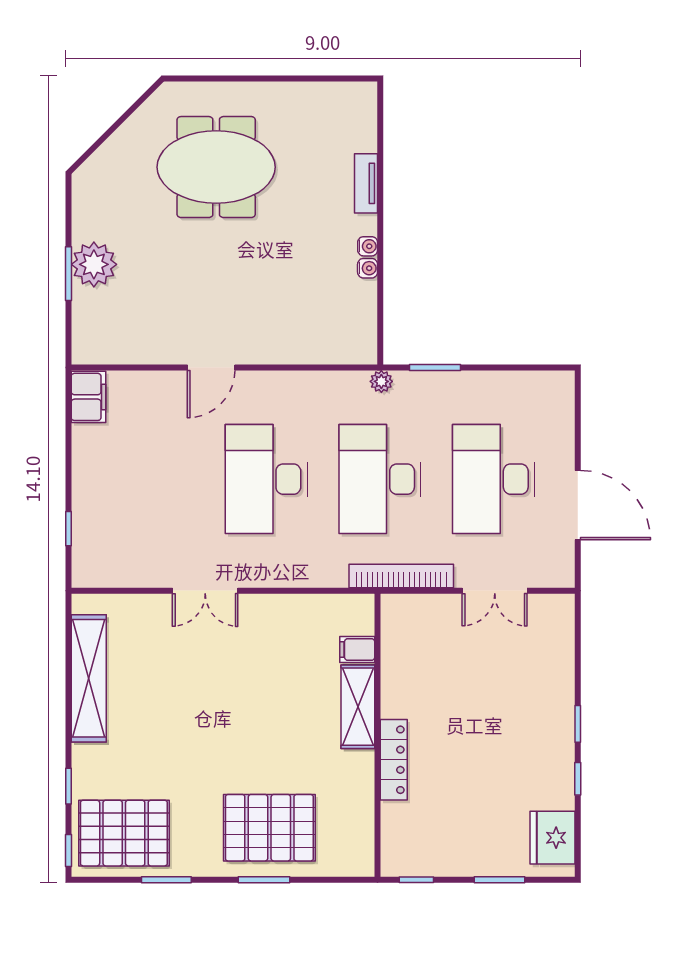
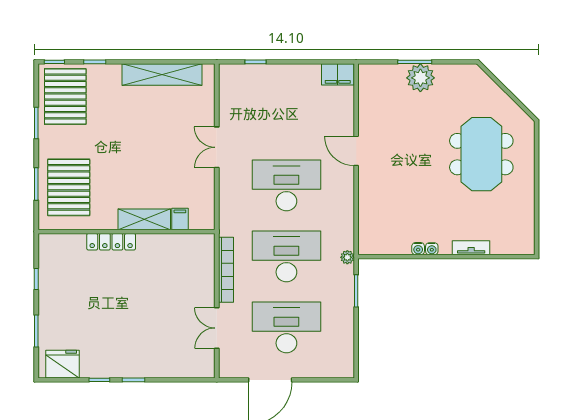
filing cabinet: (357, 649) -> (180, 219), moved
shelving: (358, 707) -> (144, 219), moved
wall: (377, 735) -> (126, 232), moved
locker: (394, 760) -> (111, 242), moved

